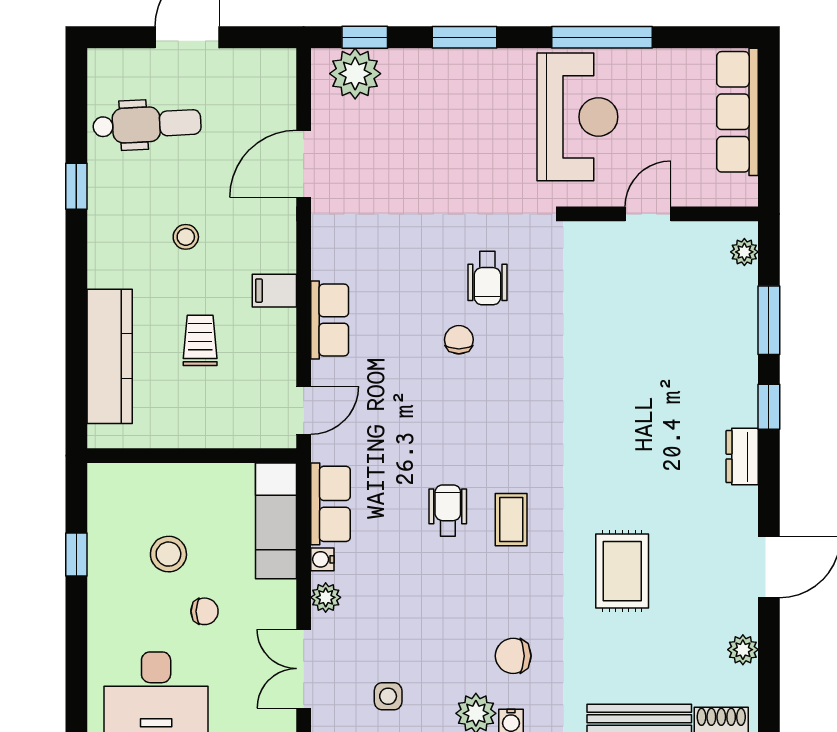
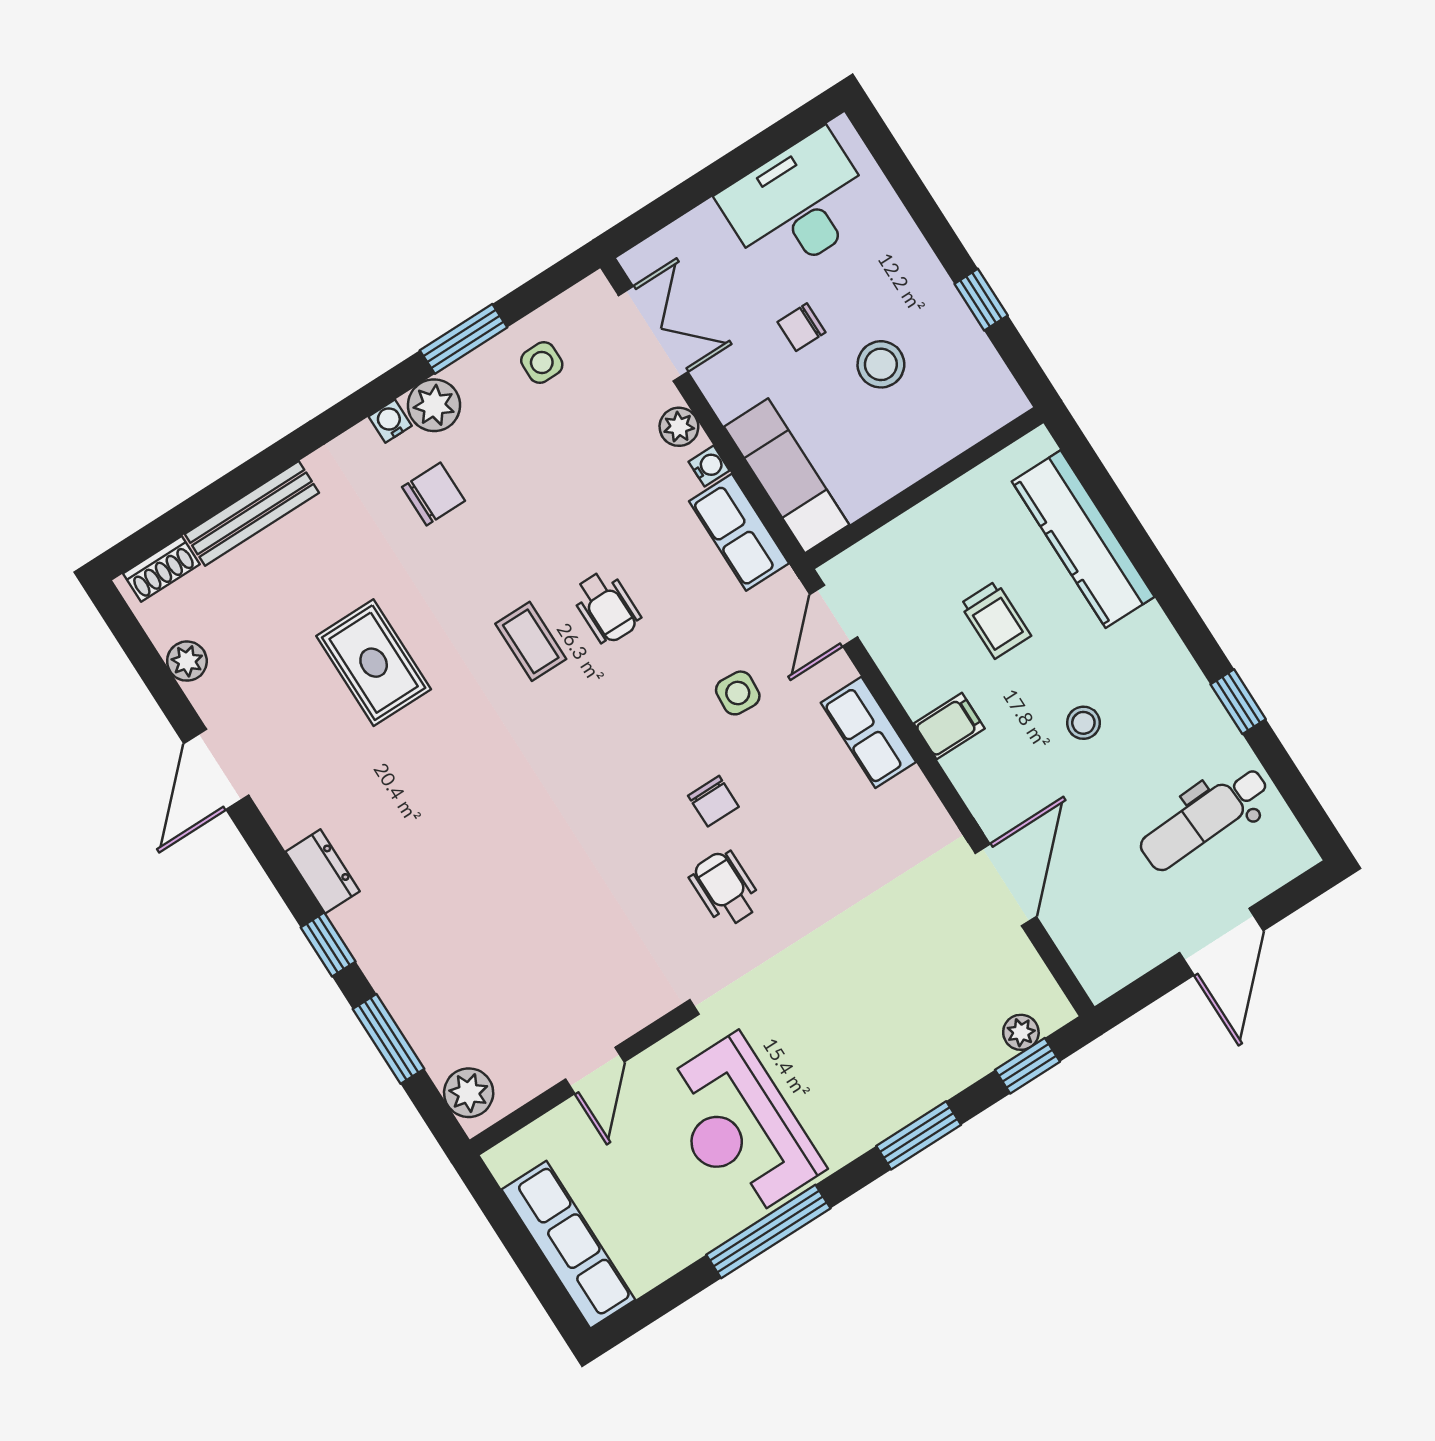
plant: (355, 74) -> (1021, 1032), width x0.53, depth x0.53
plant: (744, 252) -> (469, 1093), width x1.38, depth x1.38
side table: (398, 400) -> (738, 693), added

